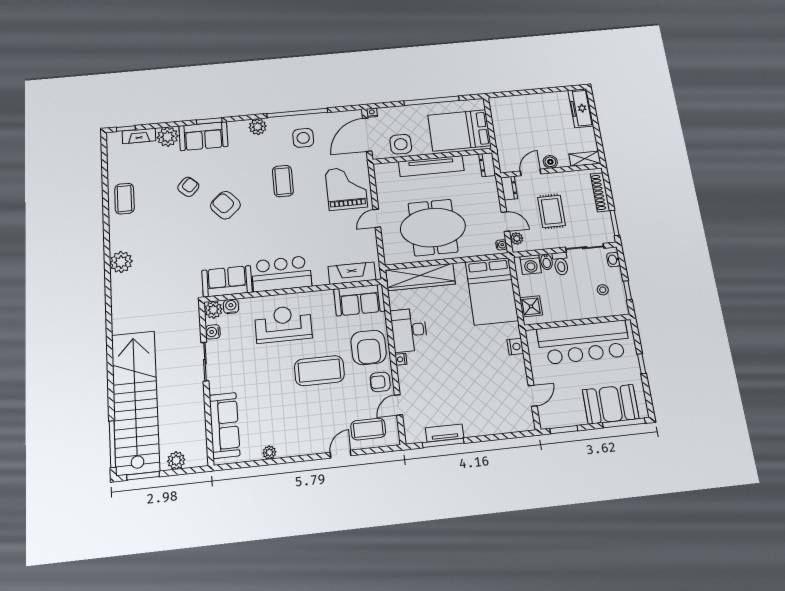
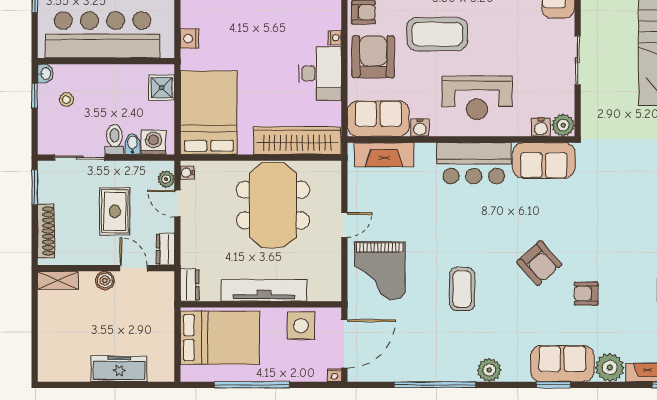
freezer: (581, 108) -> (119, 369), moved, turned -90
side table: (303, 138) -> (430, 348), removed
door: (531, 172) -> (134, 268), swing flipped
armchair: (188, 187) -> (586, 294), turned 48
meeting table: (433, 228) -> (273, 205), turned 90
washbasin: (613, 260) -> (45, 74), moved
water cooler: (213, 332) -> (420, 128), moved, turned 90

